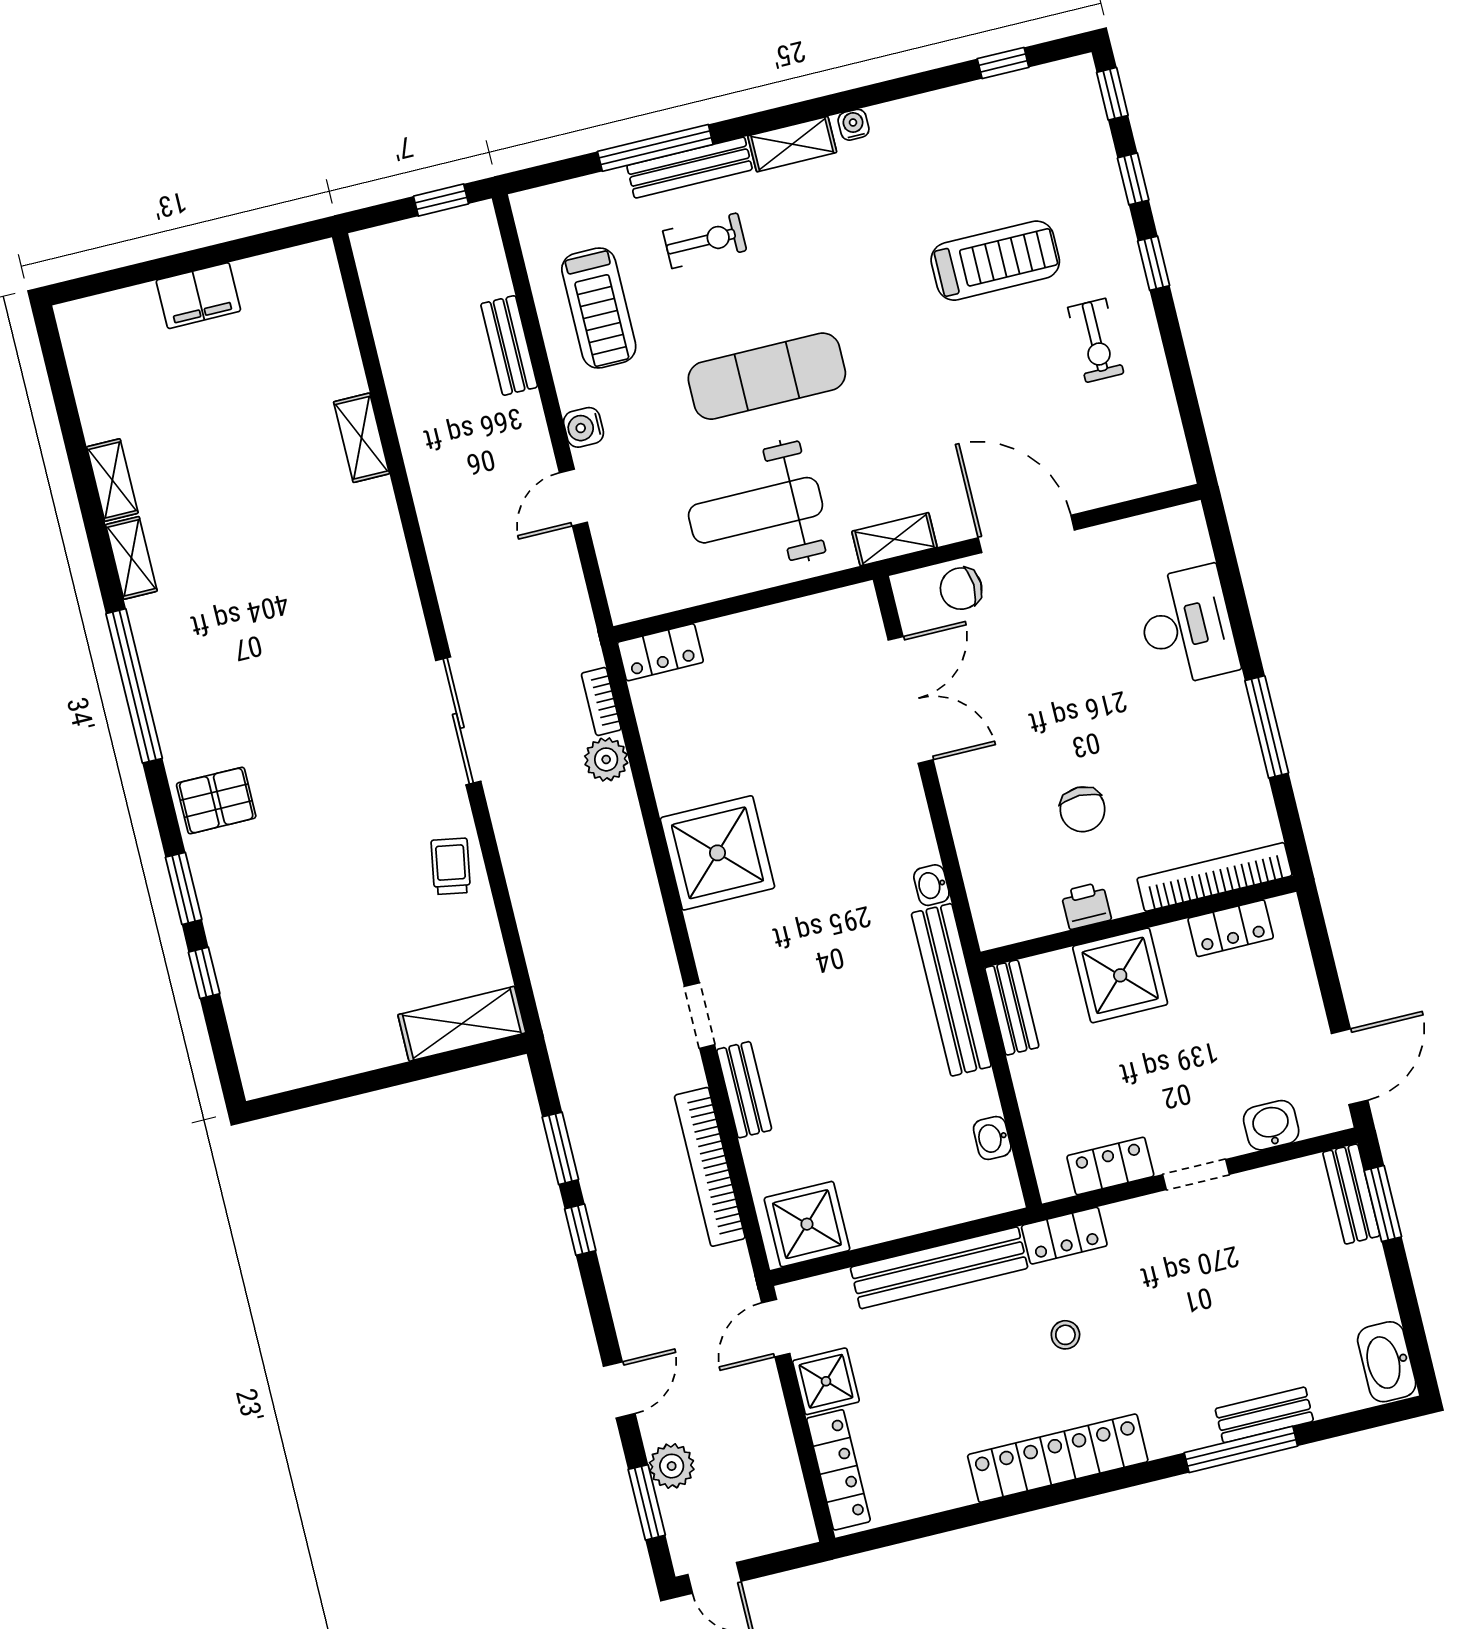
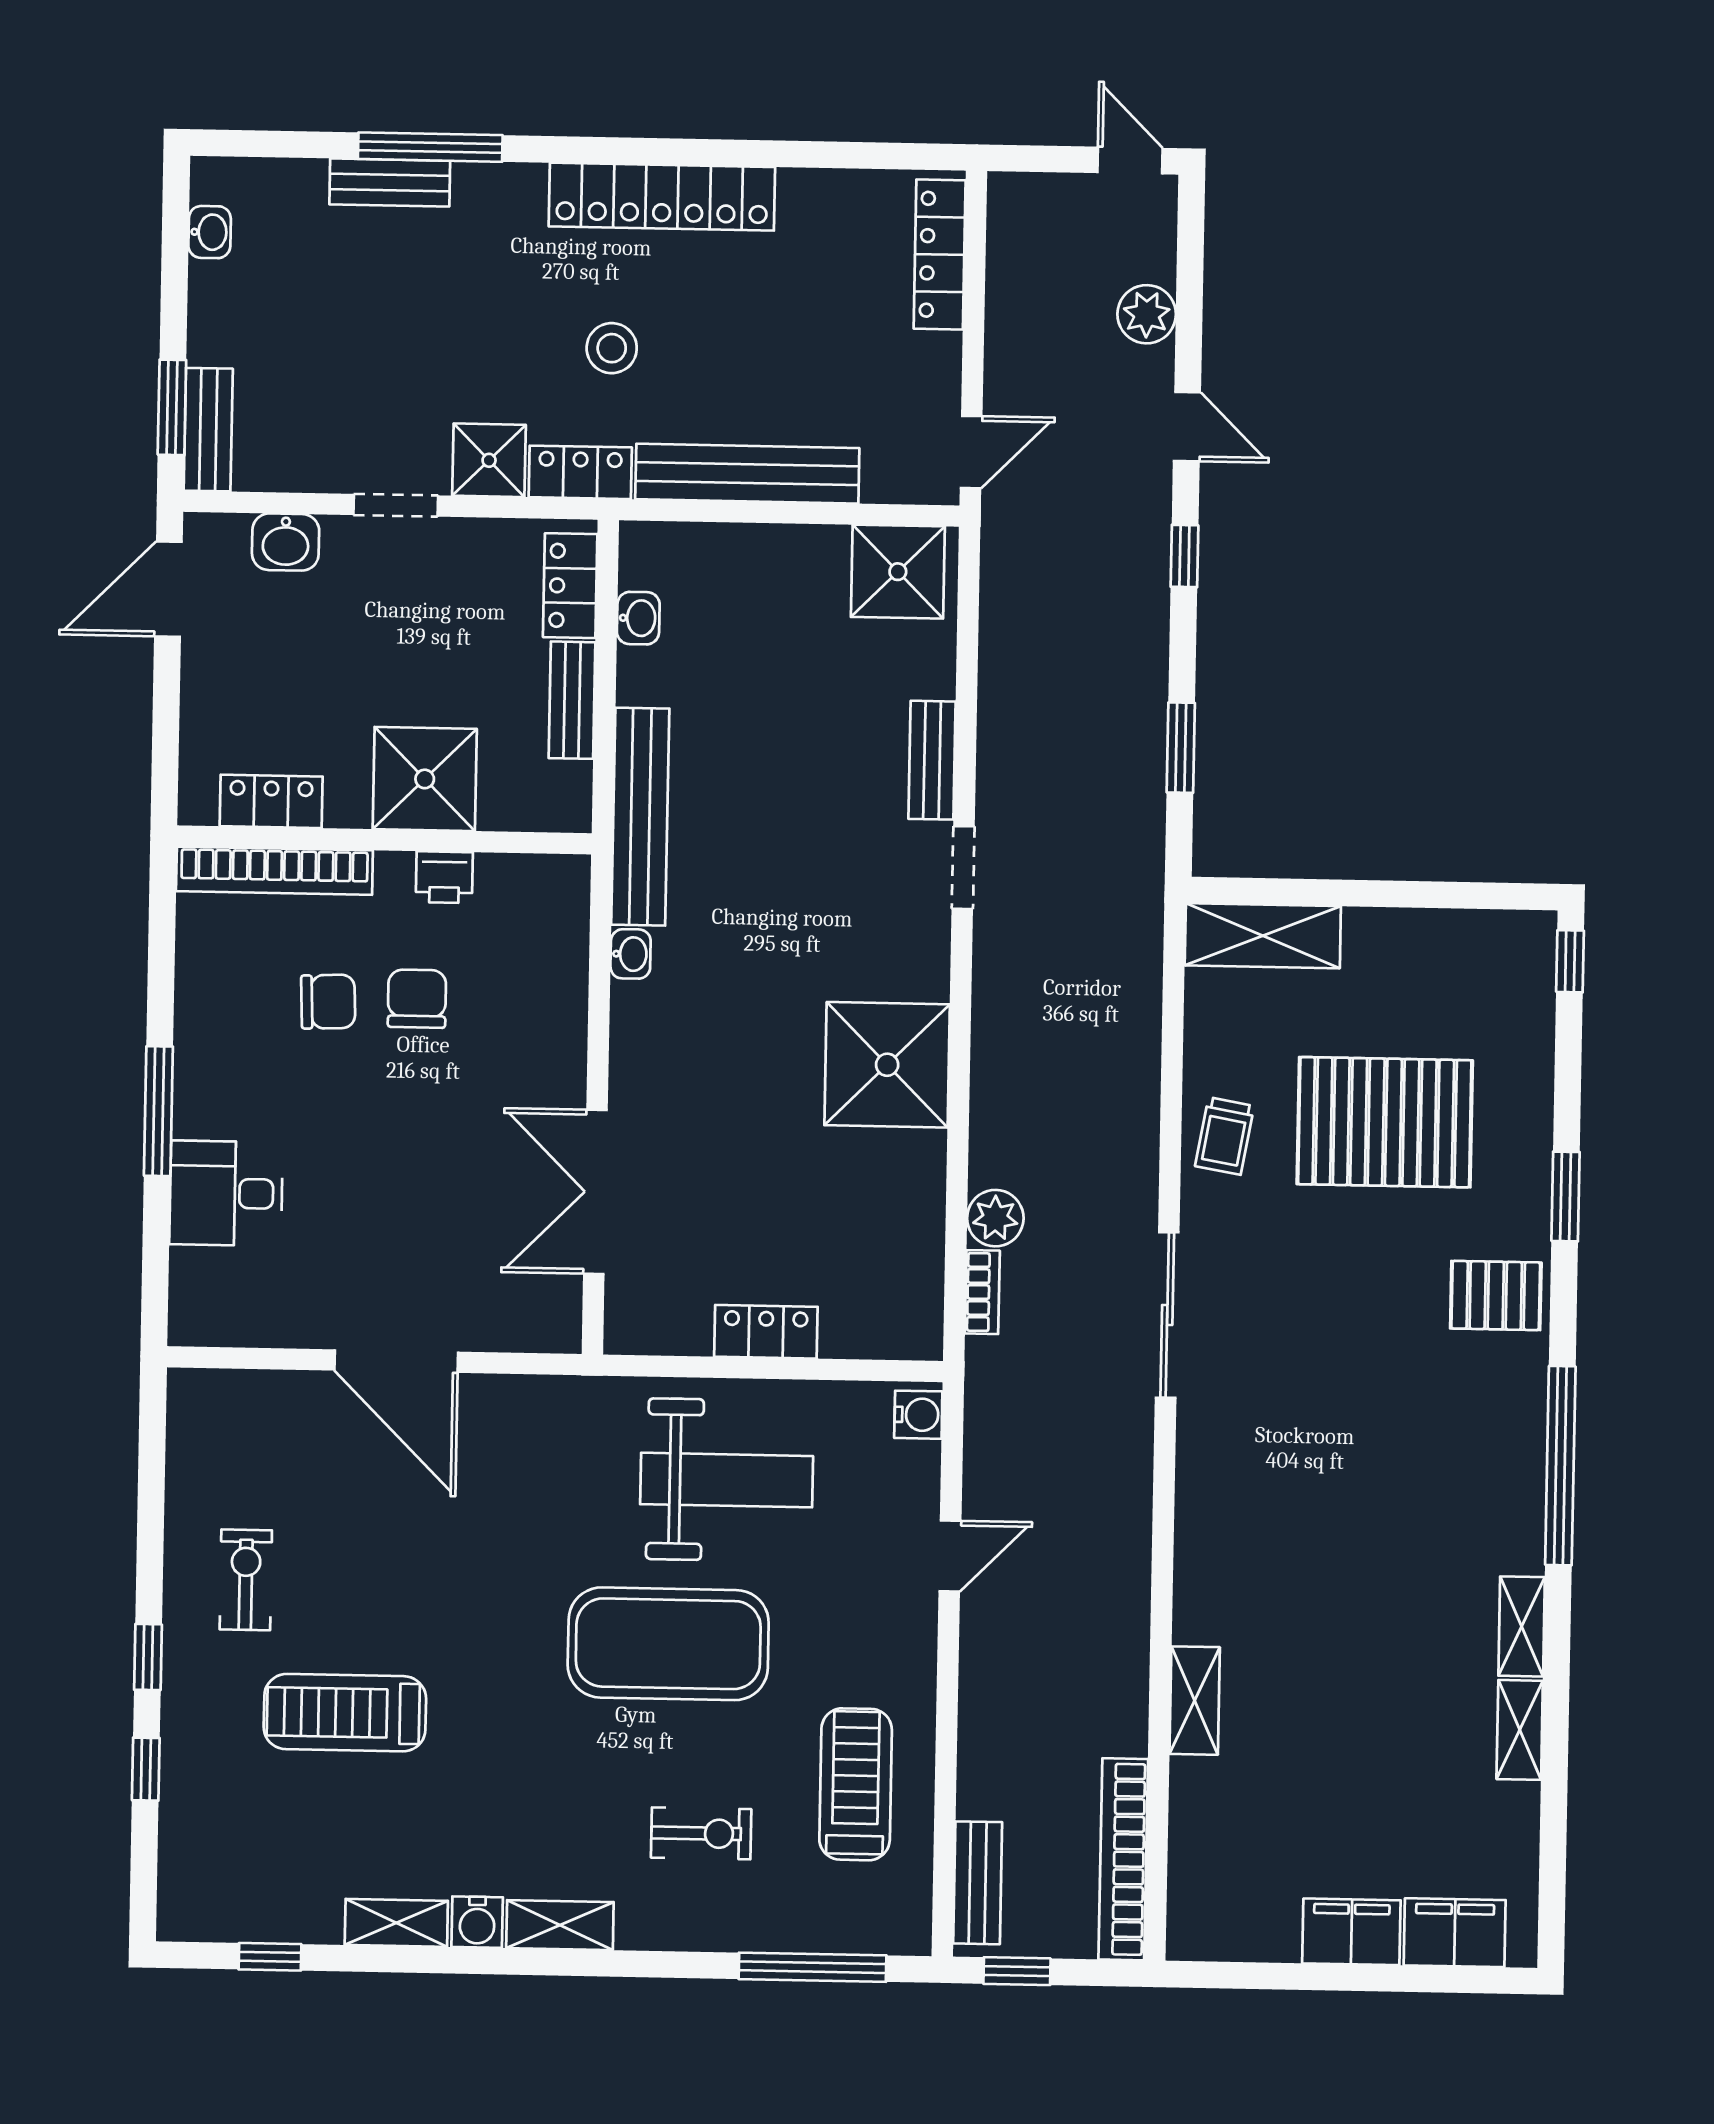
window: (1112, 94) -> (144, 1882), removed
water cooler: (854, 125) -> (477, 1922), width x1.38, depth x1.38
window: (655, 148) -> (813, 1967), moved
bench: (690, 168) -> (696, 1930), removed
exercise bike: (705, 241) -> (701, 1833), turned 180
filing cabinet: (121, 315) -> (1455, 1933), added
bench: (509, 345) -> (978, 1883), moved
exercise mat: (767, 376) -> (668, 1644), width x1.47
water cooler: (584, 427) -> (918, 1415), moved
shelving: (894, 539) -> (396, 1923), moved
chair: (961, 589) -> (328, 1002), moved
desk: (1187, 626) -> (226, 1193), width x0.73
locker: (660, 652) -> (766, 1332), moved
window: (1267, 727) -> (158, 1111), moved
pallet: (334, 908) -> (1385, 1122), added
window: (204, 973) -> (1570, 961), moved
bench: (1012, 1007) -> (572, 700), moved
locker: (1110, 1166) -> (570, 586), moved, turned 90
bookcase: (710, 1167) -> (1123, 1859), moved, turned 180
window: (580, 1230) -> (1184, 556), moved
stool: (1065, 1335) -> (612, 348), width x1.37, depth x1.37
washbasin: (1387, 1362) -> (210, 232), width x0.52, depth x0.69
shower: (826, 1381) -> (489, 460), moved
door: (619, 1390) -> (1187, 427), swing flipped
window: (647, 1502) -> (1190, 277), removed

